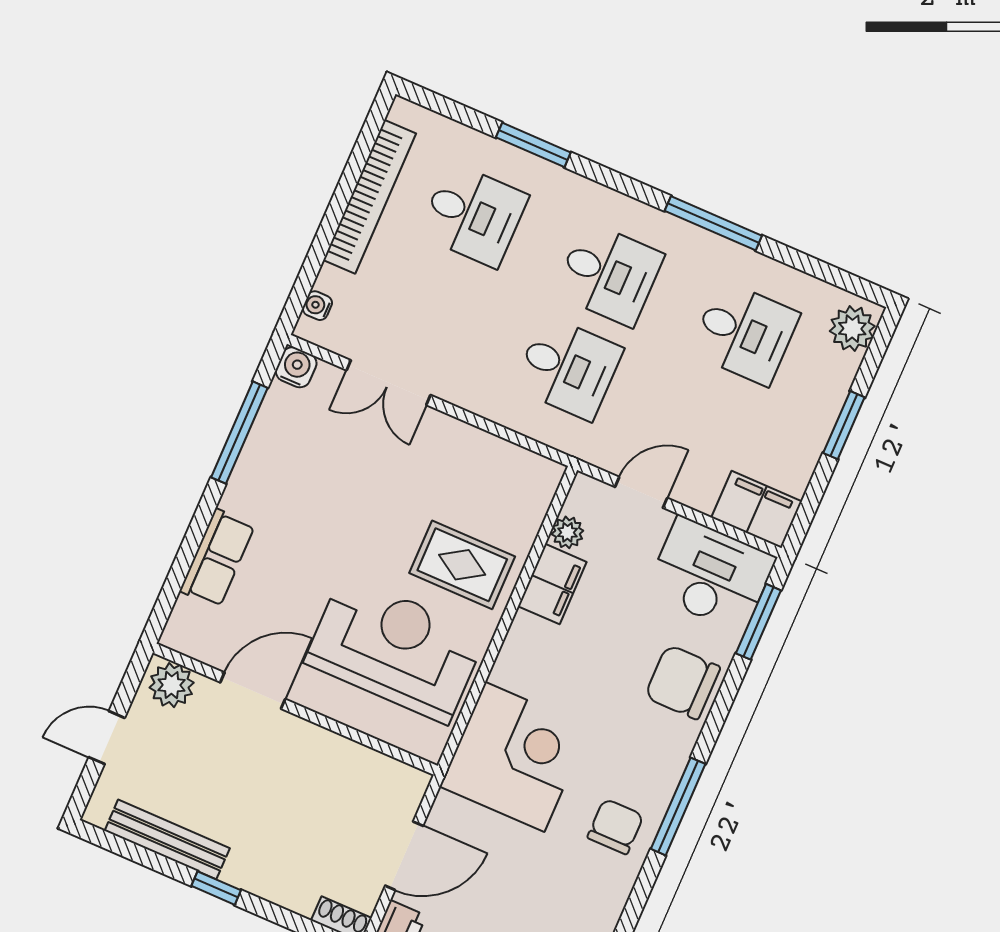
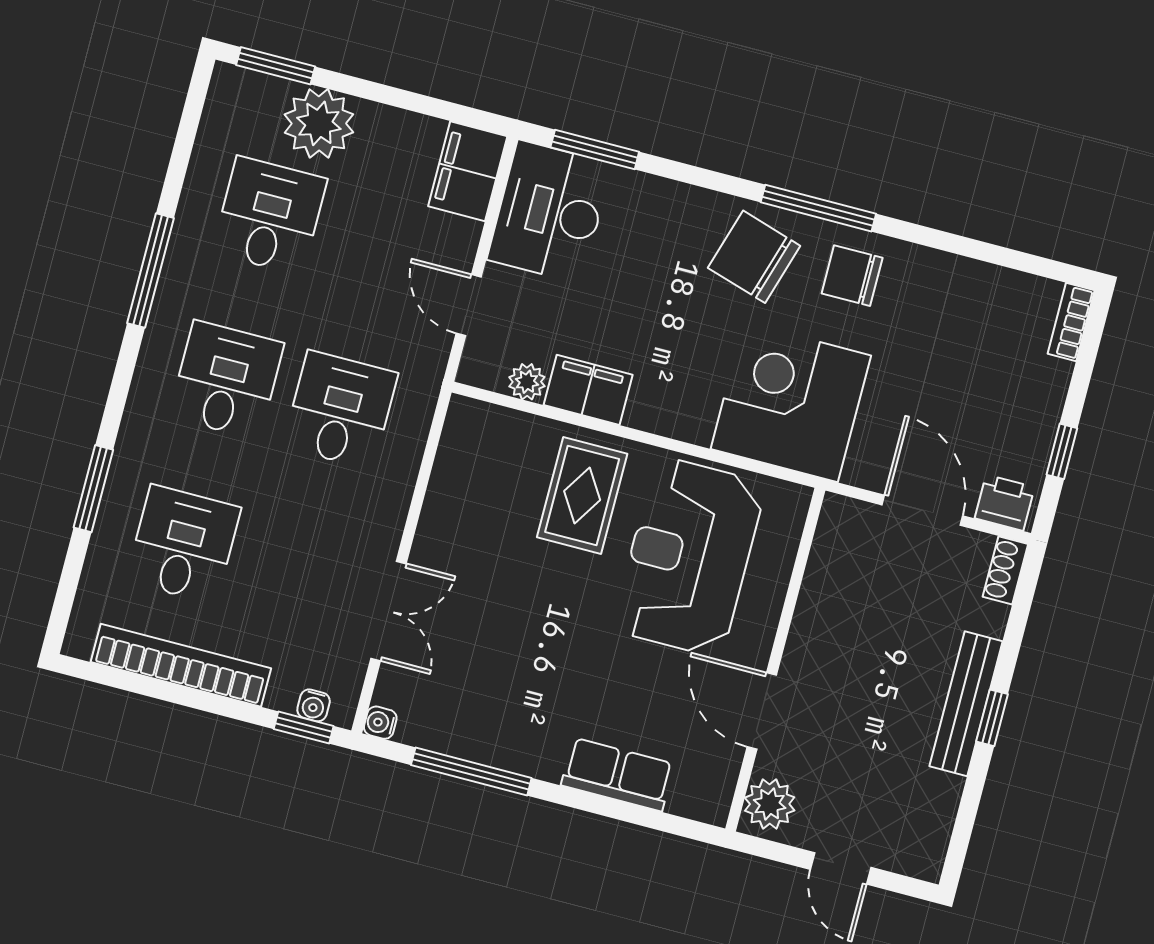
window: (300, 294) -> (304, 728), added
plant: (852, 329) -> (319, 123), moved, width x1.36, depth x1.36
water cooler: (296, 367) -> (380, 723), width x0.72, depth x0.72
window: (844, 425) -> (276, 66), moved
chair: (682, 682) -> (754, 257), moved, turned 107
bench: (167, 839) -> (966, 704), moved

